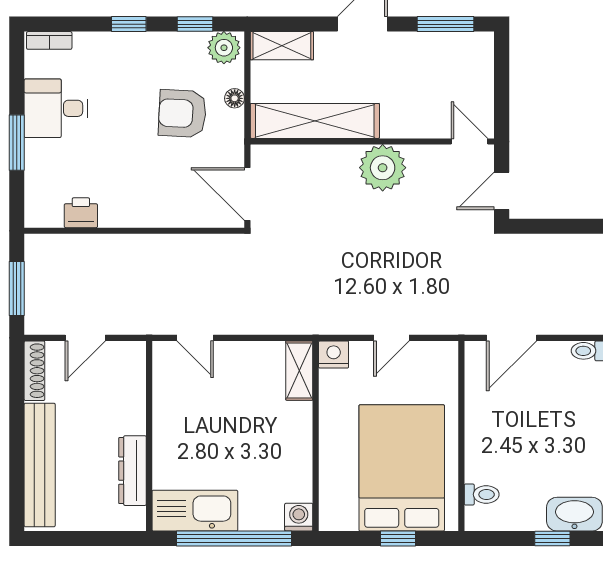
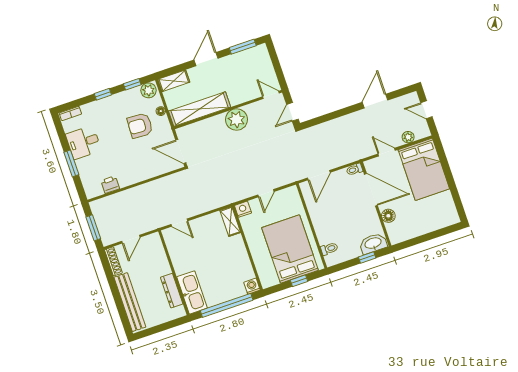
kitchen sink: (195, 511) -> (192, 292), moved, turned 90

